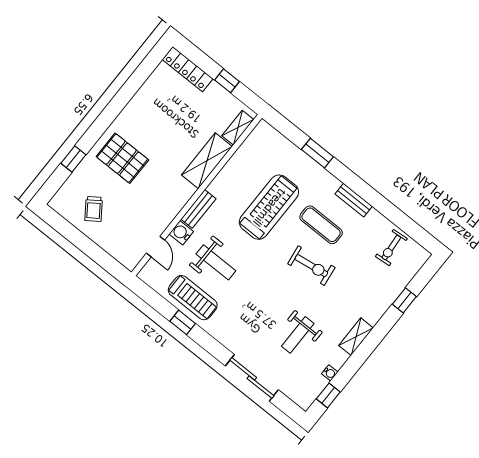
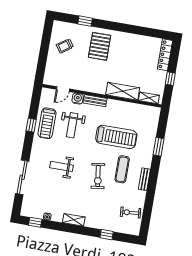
weight bench: (298, 335) -> (61, 166), moved

